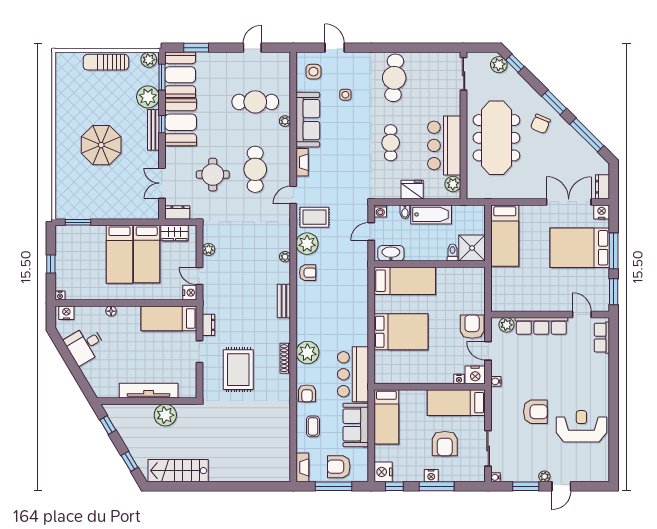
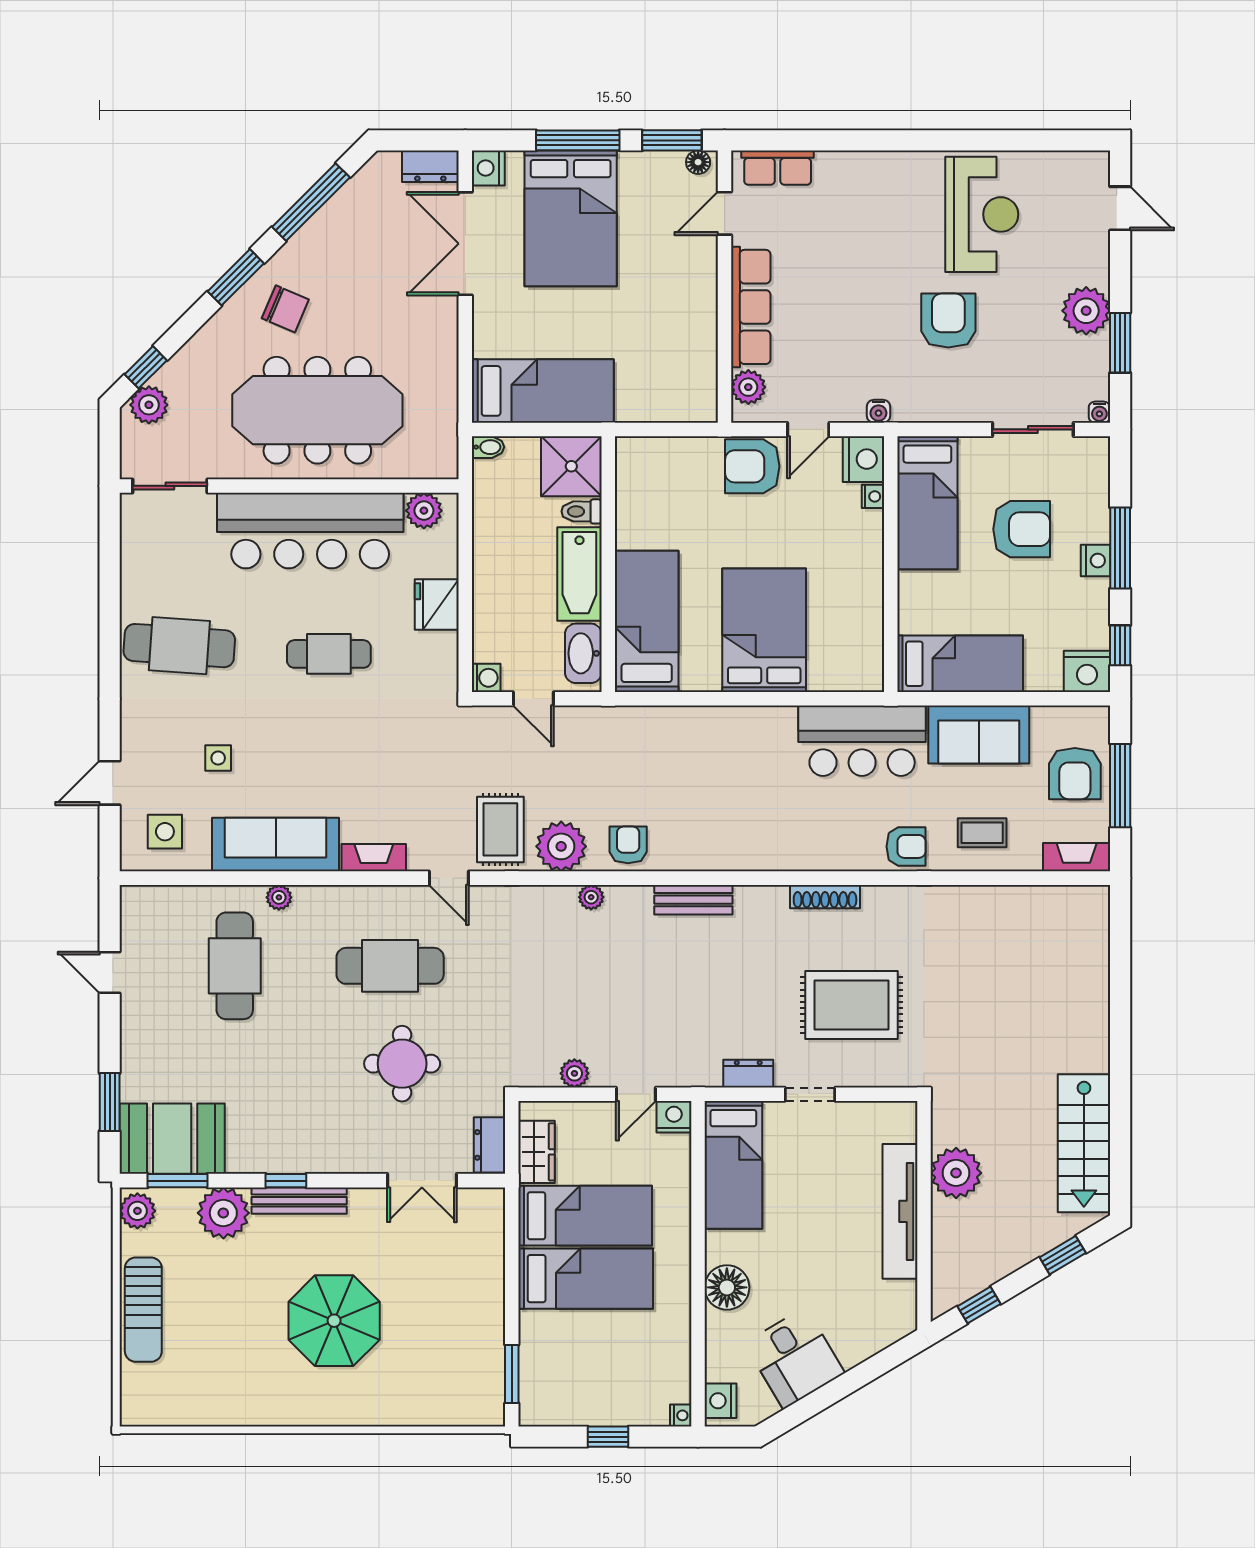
booth: (181, 122) -> (282, 1138), removed
bar counter: (444, 145) -> (310, 531), width x1.36
bidet: (405, 212) -> (488, 447), moved
bathtub: (431, 214) -> (579, 574), moved, turned 180
floor lamp: (604, 303) -> (698, 162), added
floor lamp: (111, 311) -> (727, 1287), width x1.89, depth x1.89
plant: (307, 352) -> (812, 845), removed
reception desk: (581, 426) -> (982, 214), turned 180
plant: (544, 476) -> (1086, 311), width x1.88, depth x1.88
door: (561, 486) -> (1120, 208), moved

